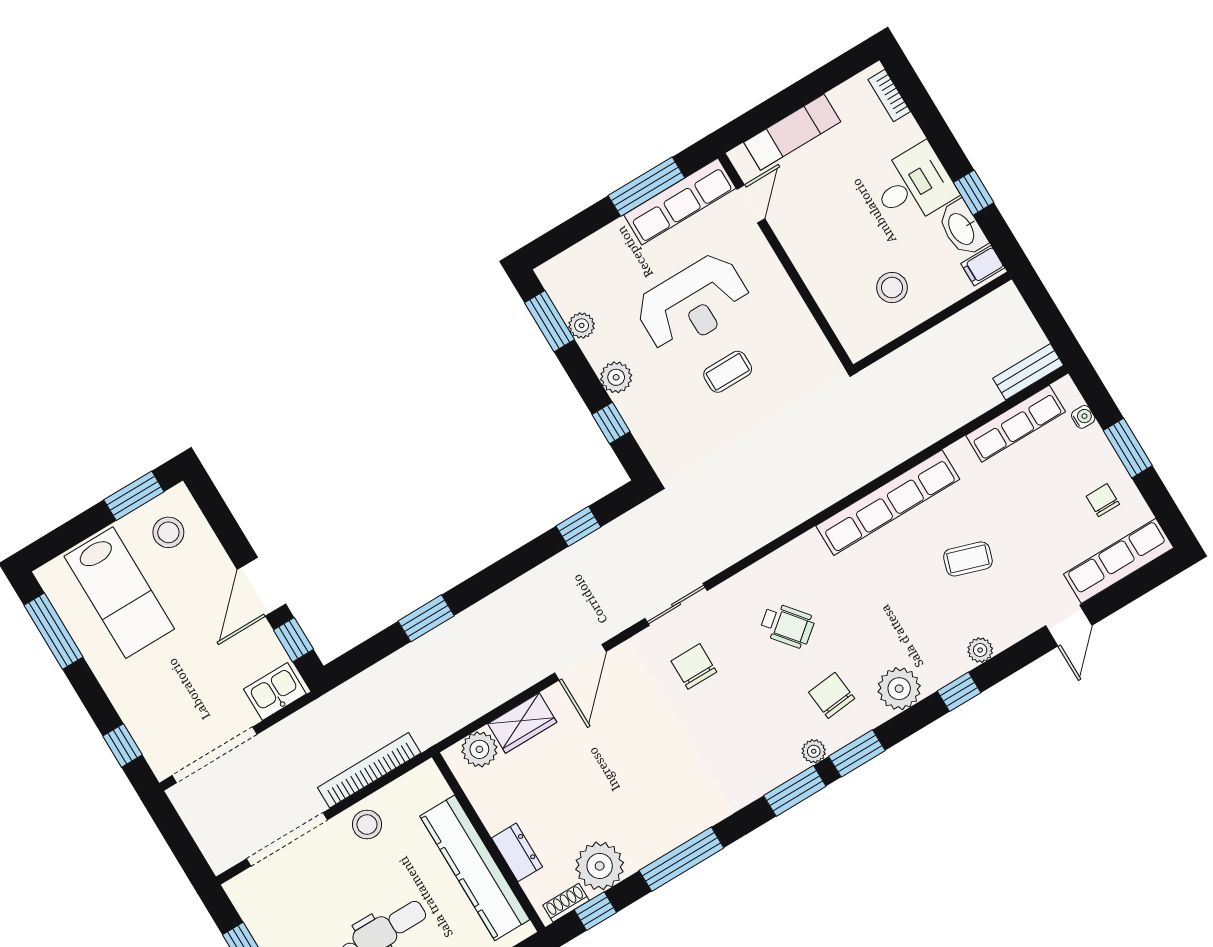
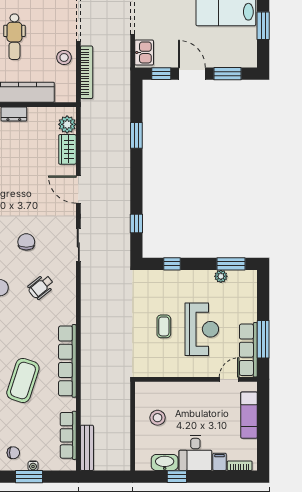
door: (751, 204) -> (229, 379), swing flipped
filing cabinet: (983, 266) -> (220, 462), moved
reception desk: (693, 303) -> (202, 329), turned 180
bench: (1028, 372) -> (87, 448), width x1.36
plant: (616, 377) -> (190, 278), removed
water cooler: (1083, 417) -> (33, 466), moved
window: (134, 496) -> (263, 26), moved
window: (224, 525) -> (228, 74), added
stool: (168, 532) -> (239, 48), removed
coffee table: (968, 559) -> (23, 380), width x1.86, depth x1.72
chair: (694, 666) -> (26, 242), moved, turned -90

